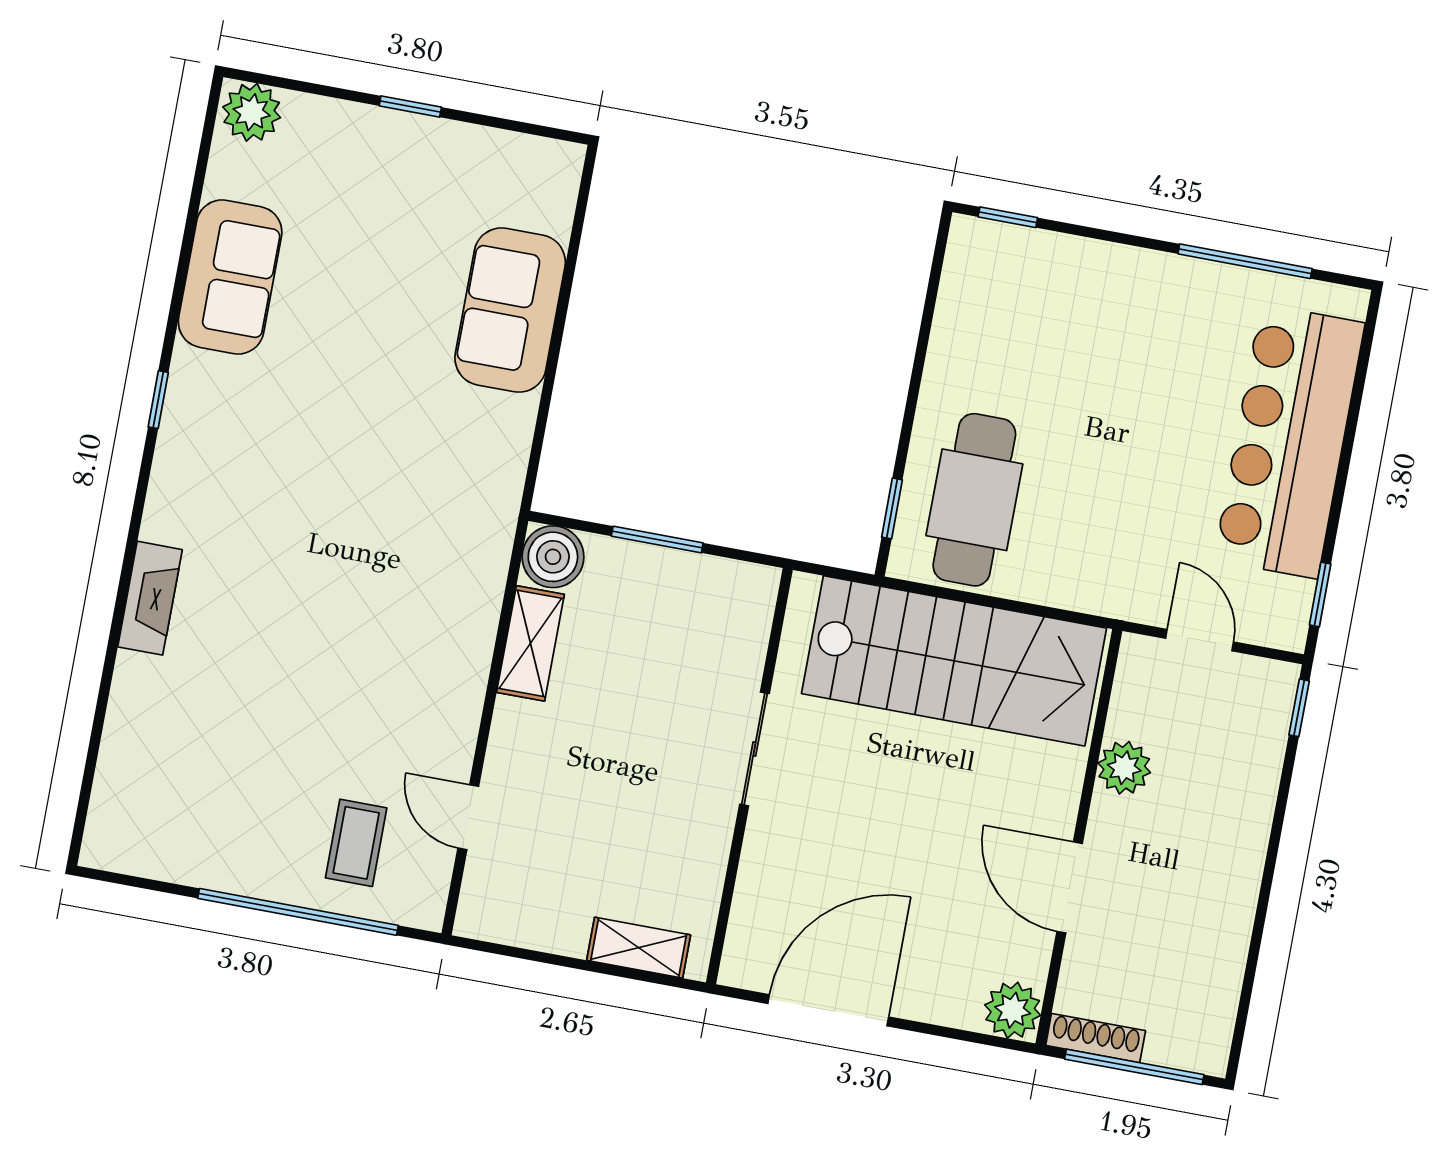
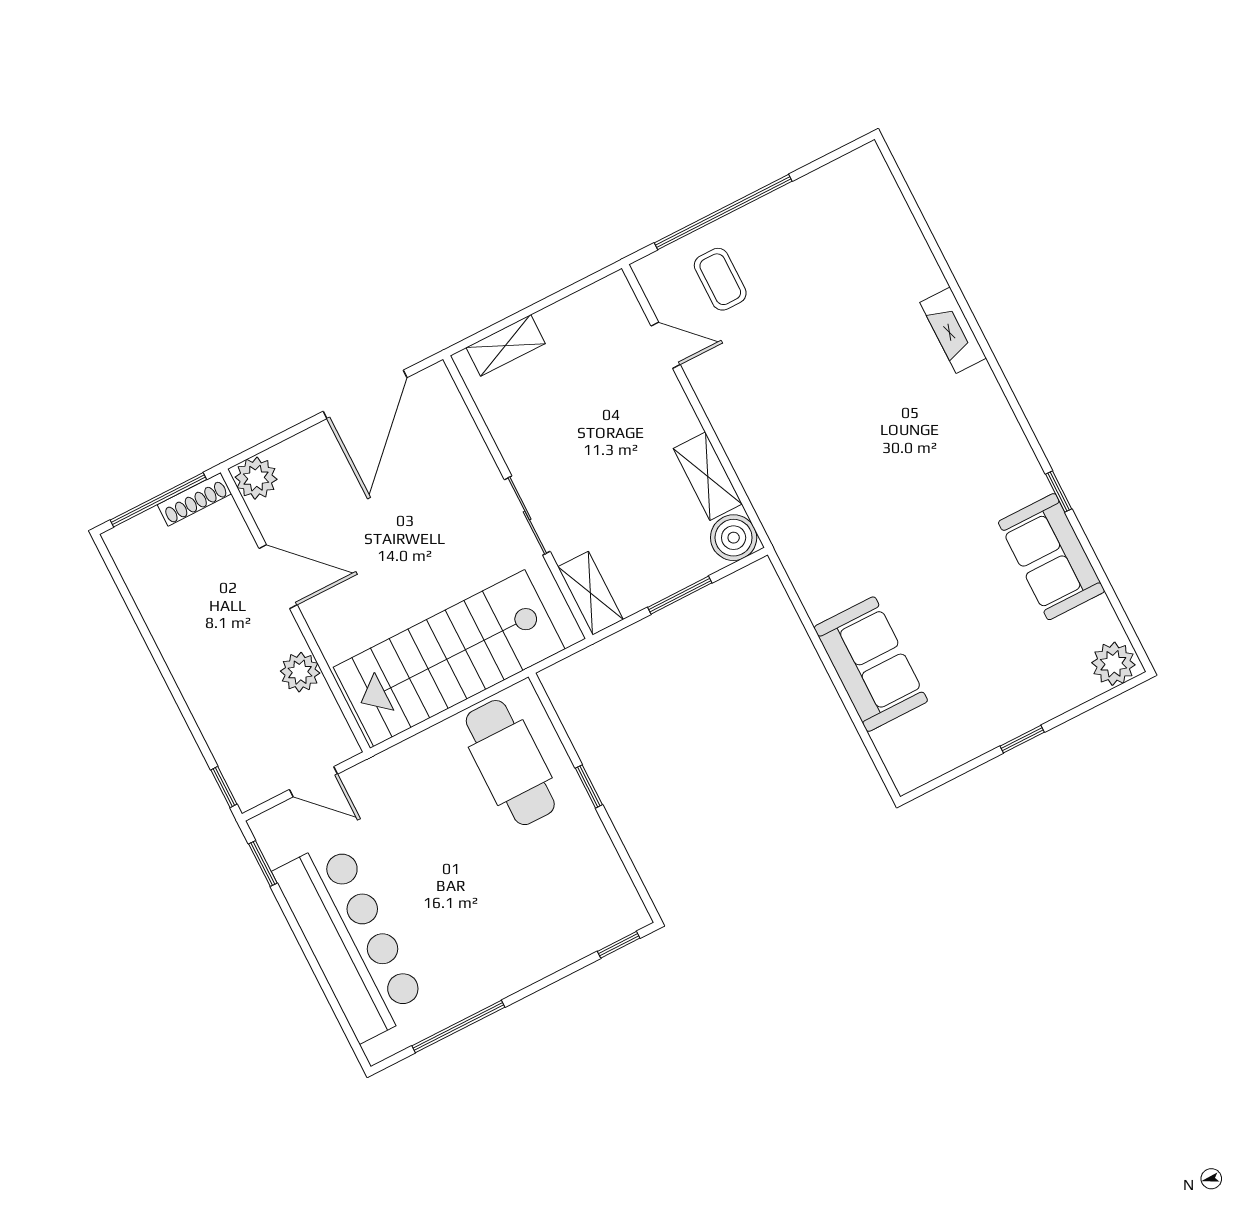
window: (158, 400) -> (1059, 491), moved
window: (892, 508) -> (589, 786), moved
shelving: (751, 615) -> (590, 593), added

